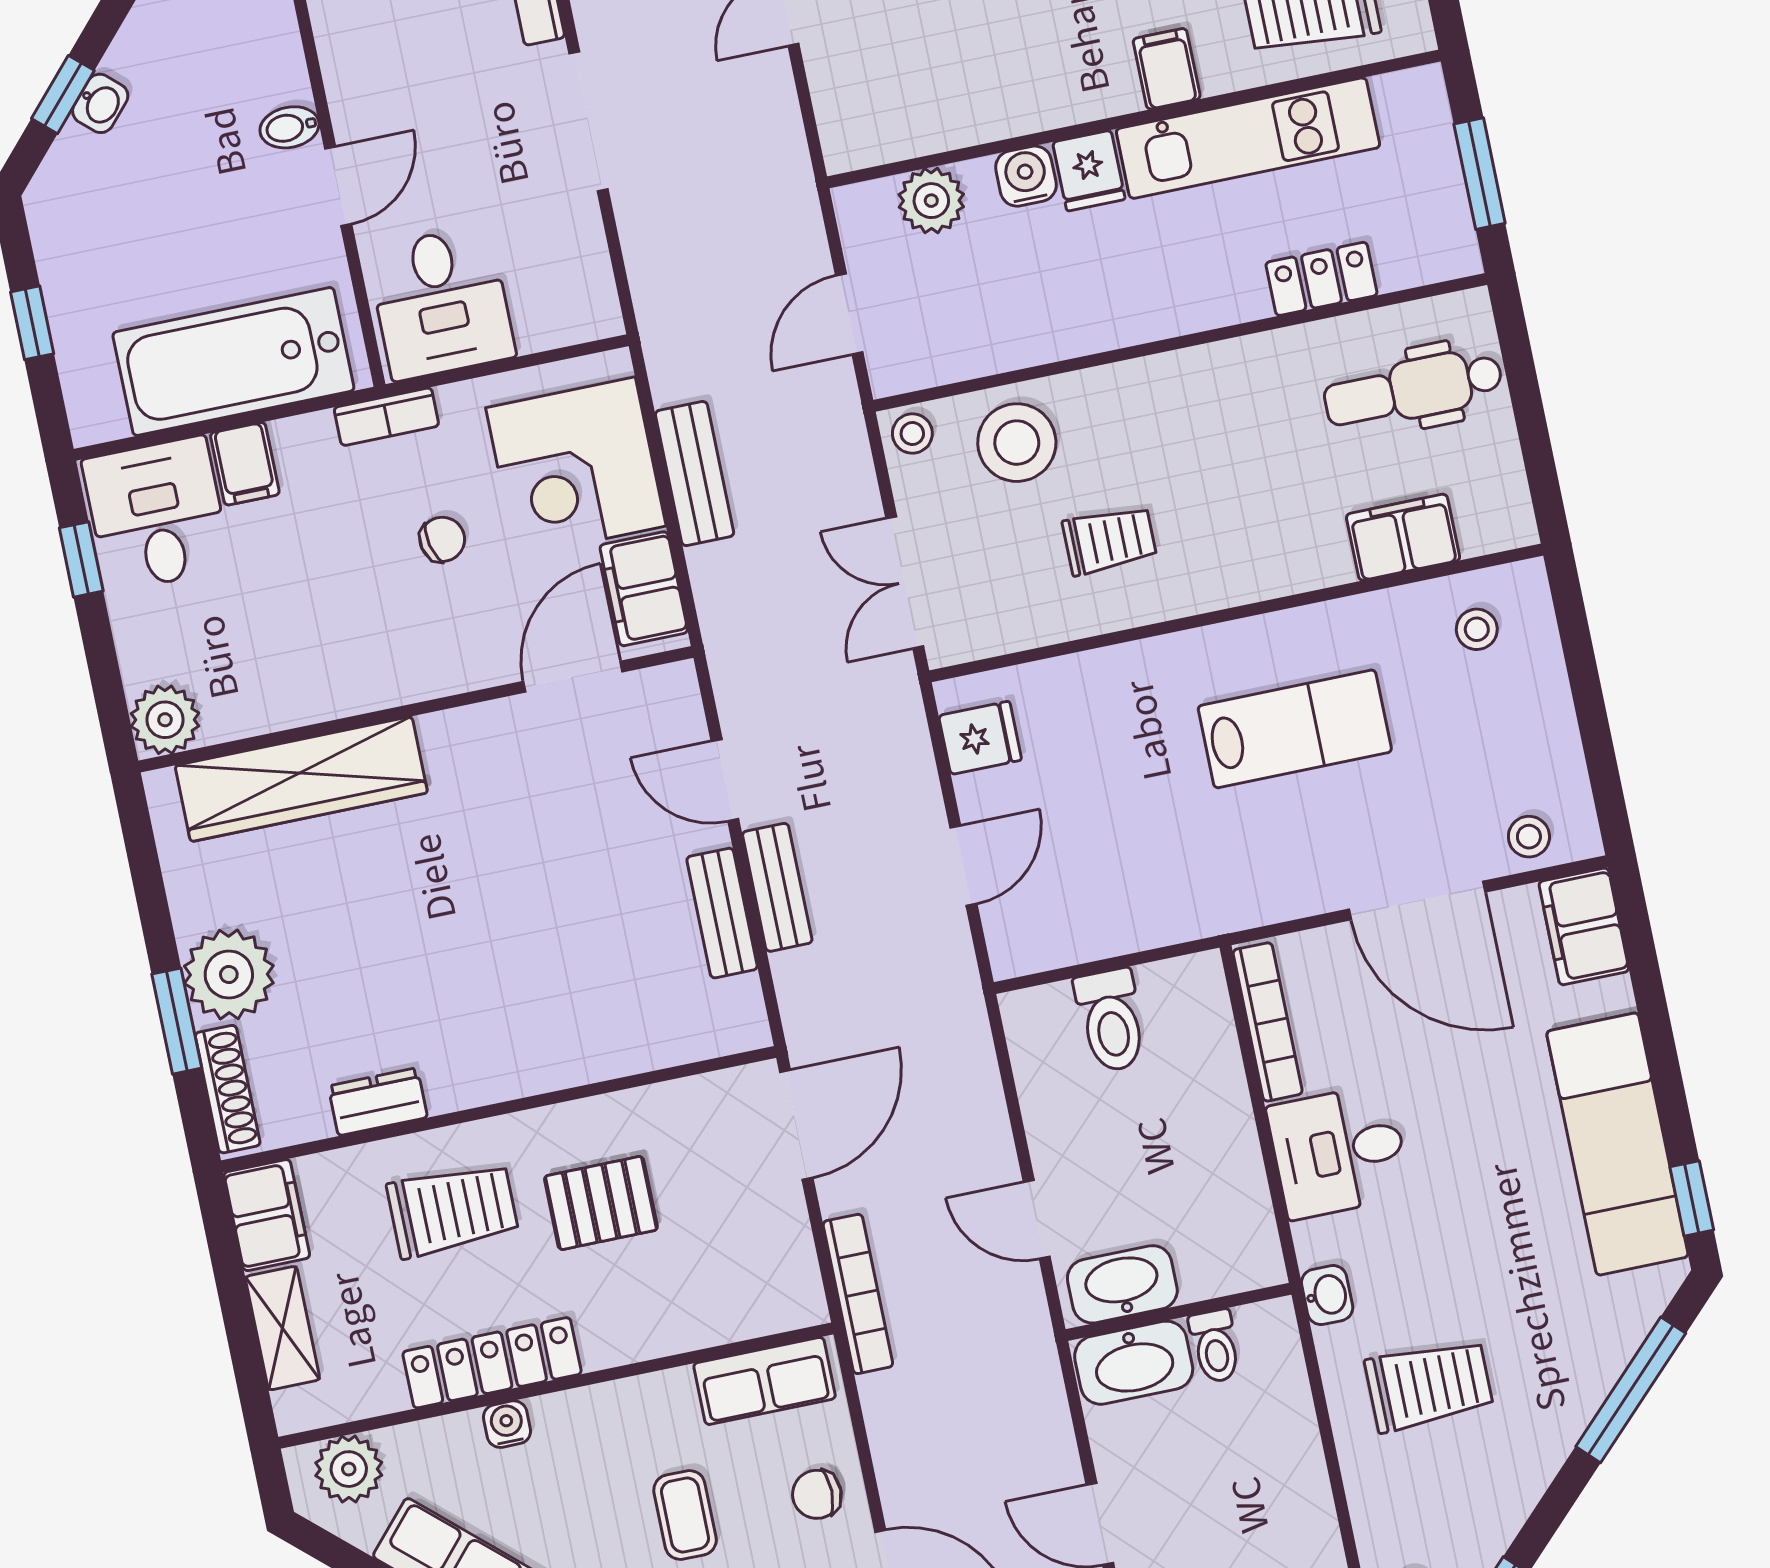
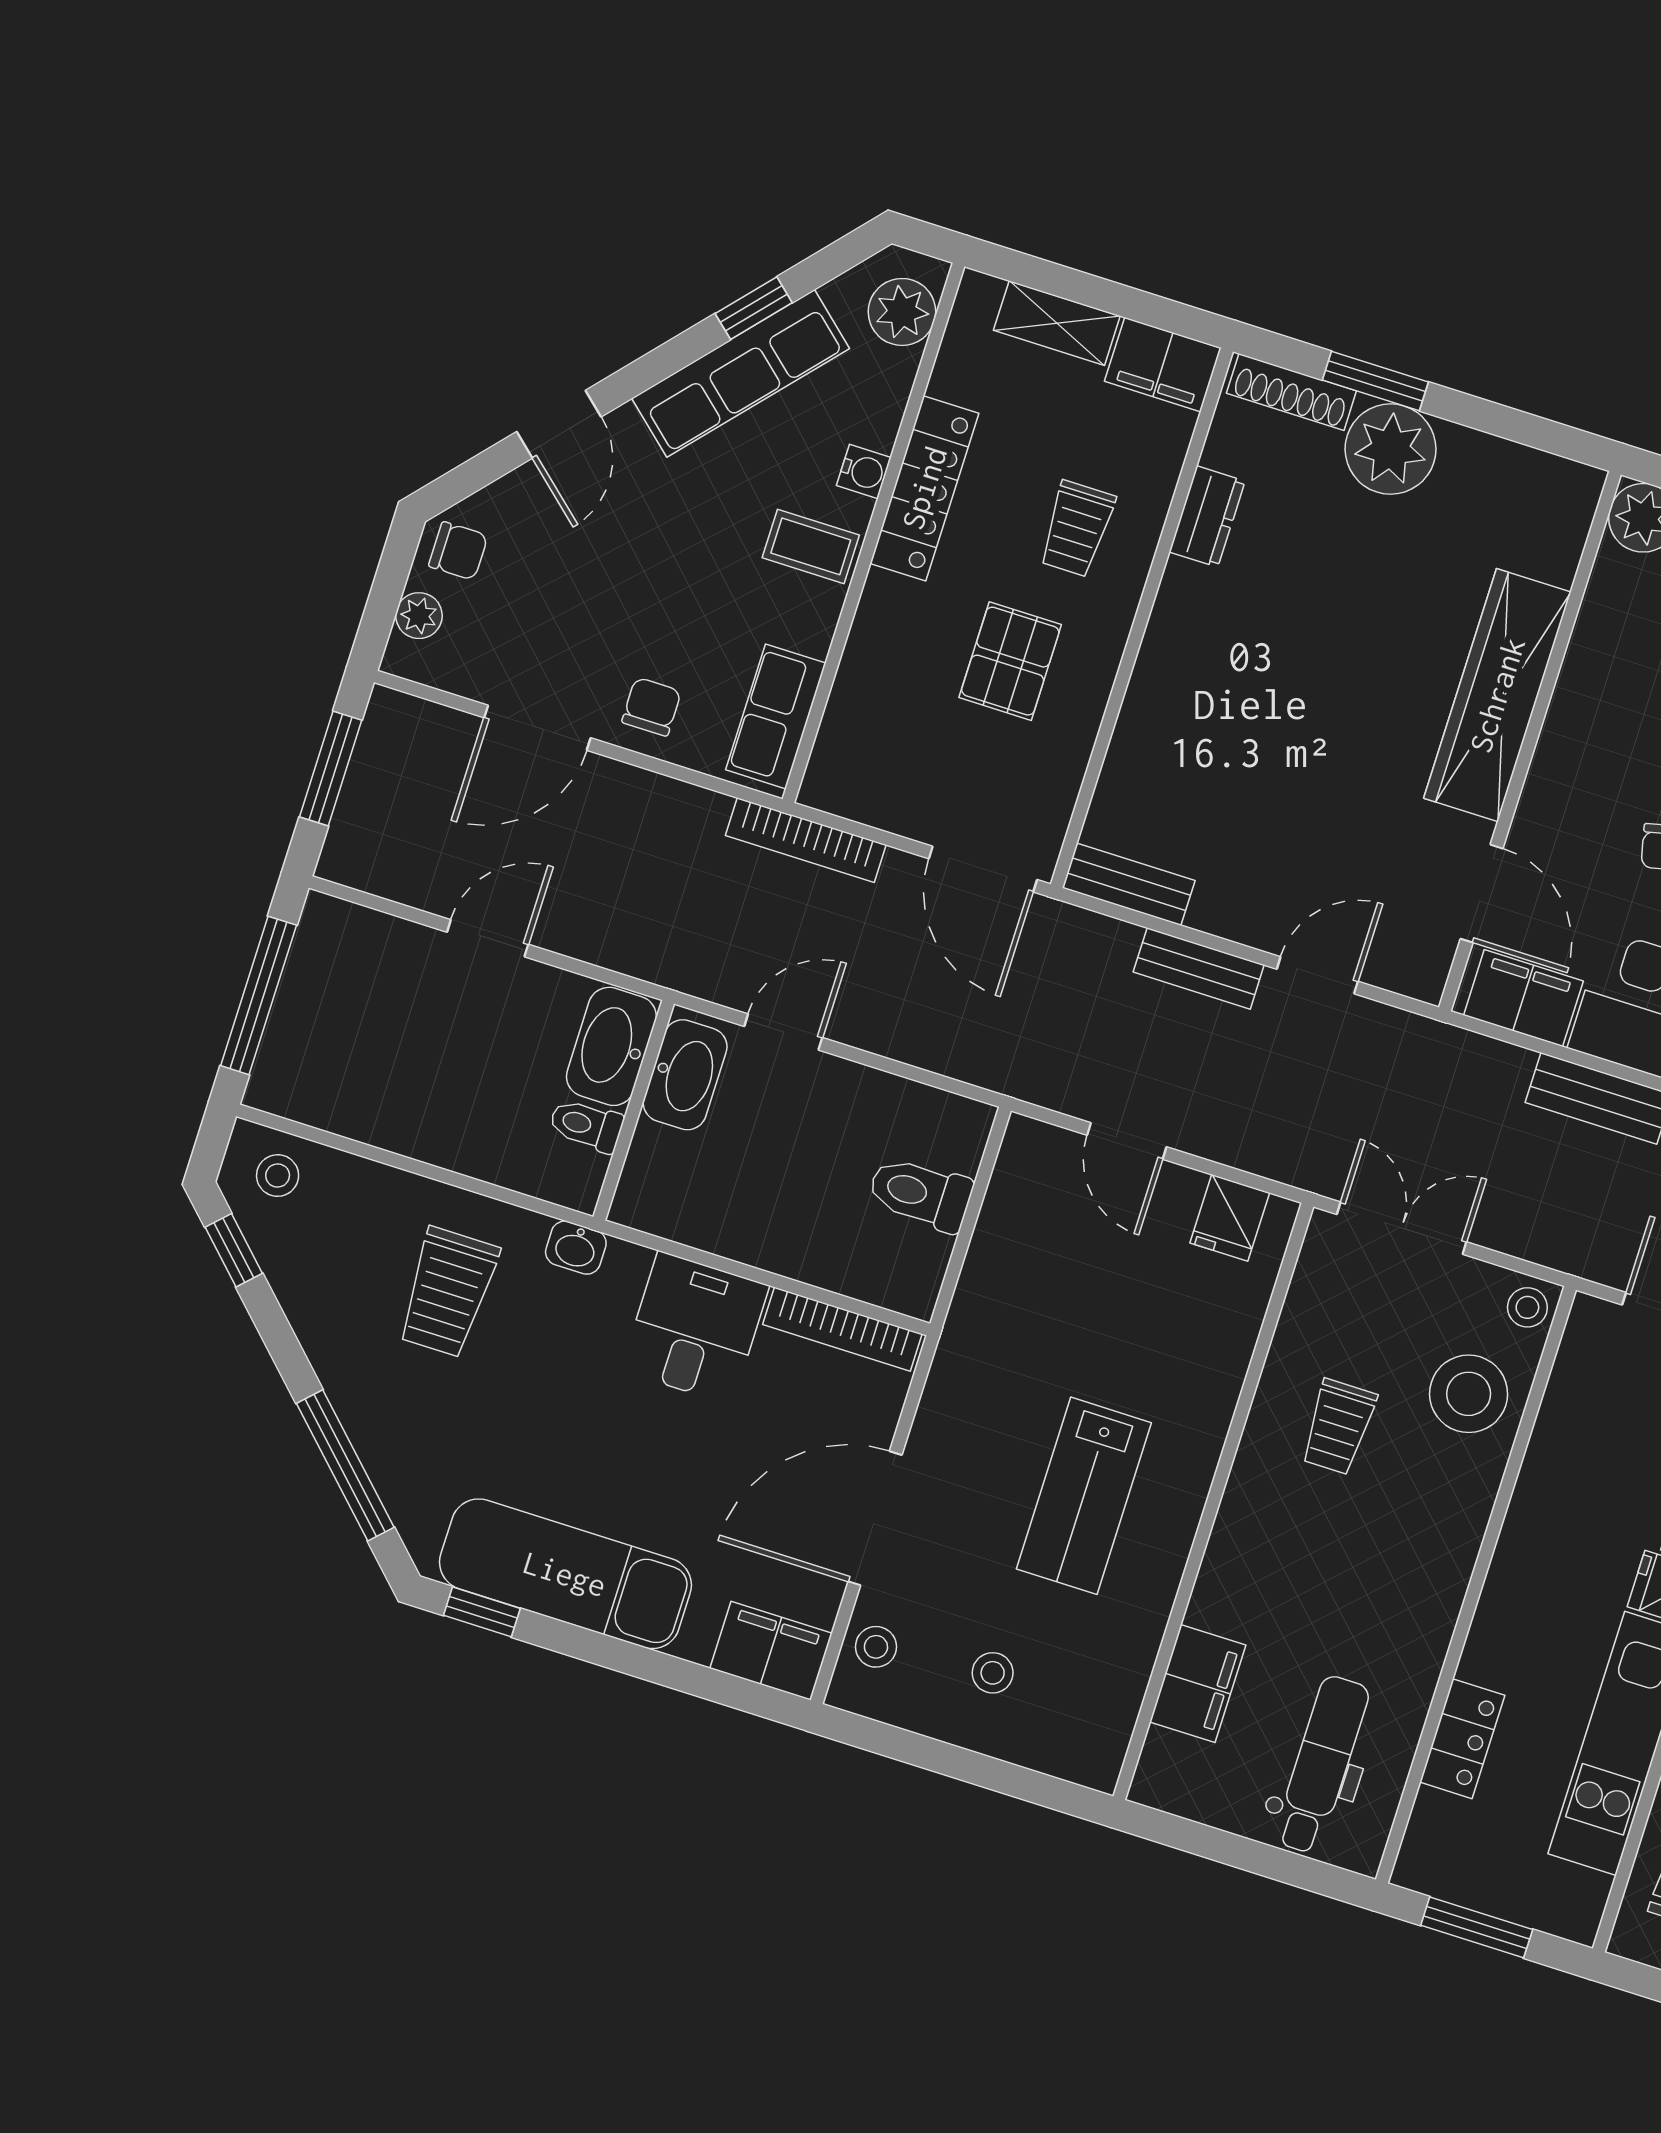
stool: (1477, 629) -> (993, 1673), moved
wardrobe: (301, 779) -> (1497, 695), moved
bench: (722, 913) -> (1129, 884), moved
trolley: (453, 1210) -> (1077, 529), width x0.73, depth x0.72
coffee table: (685, 1515) -> (811, 546), moved

